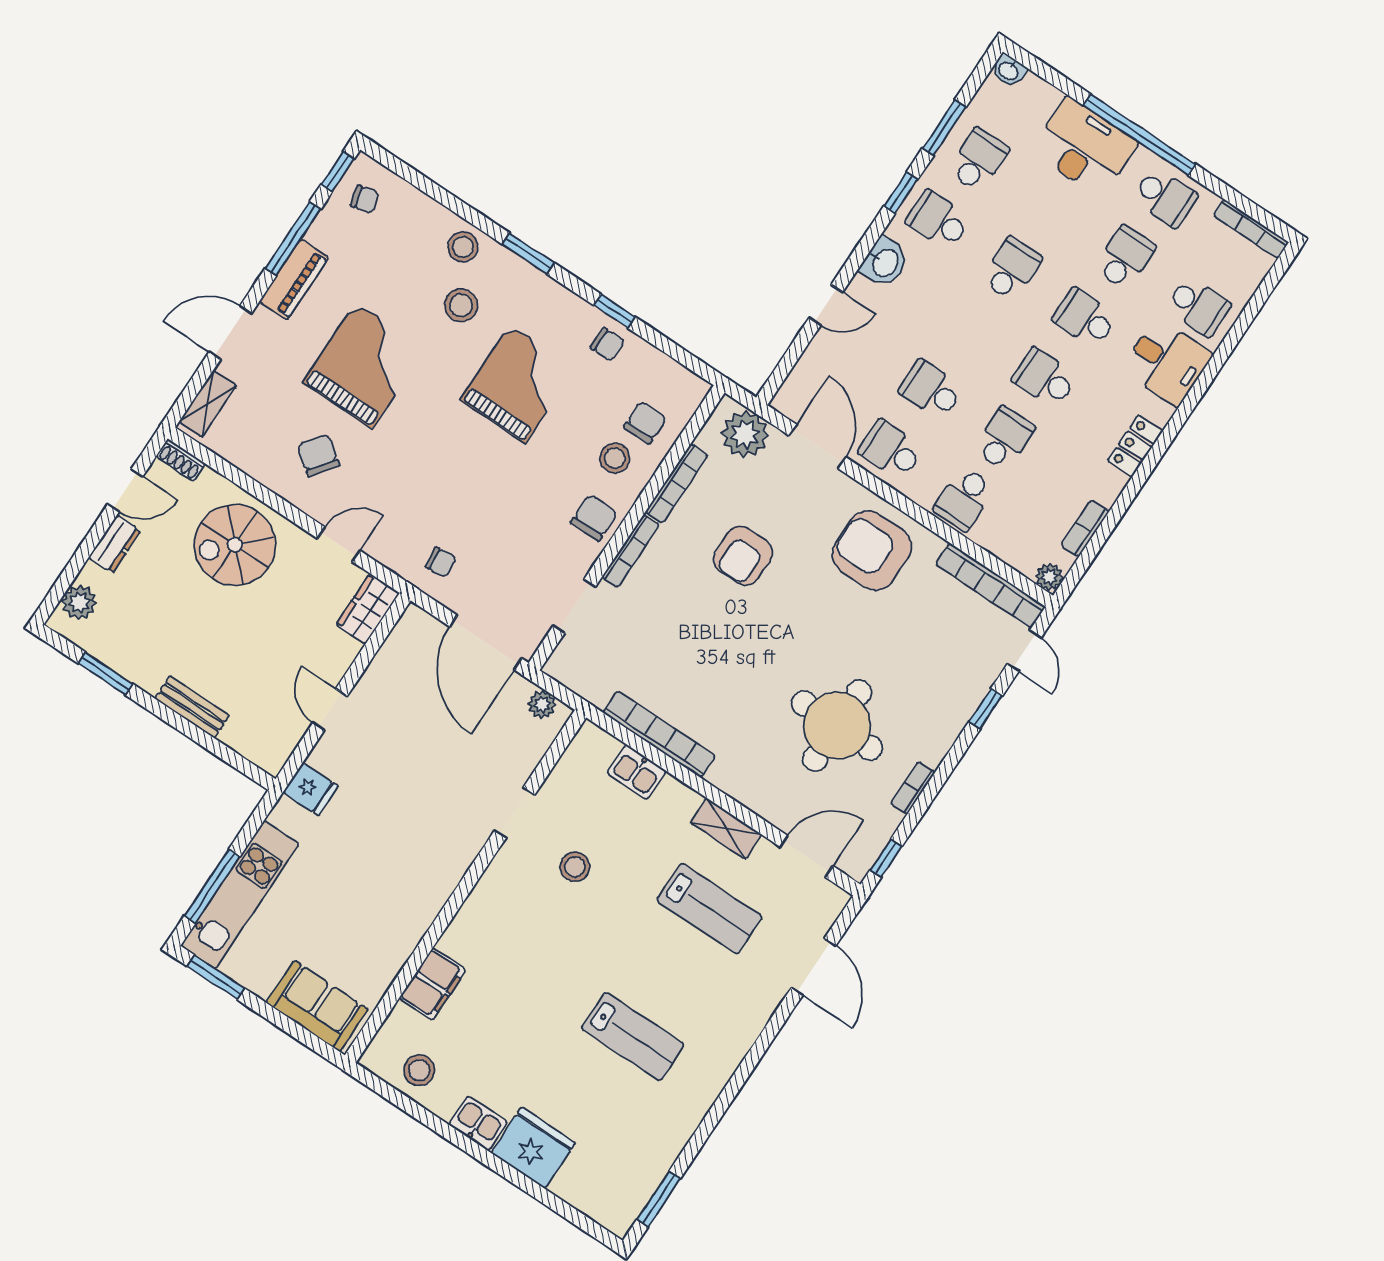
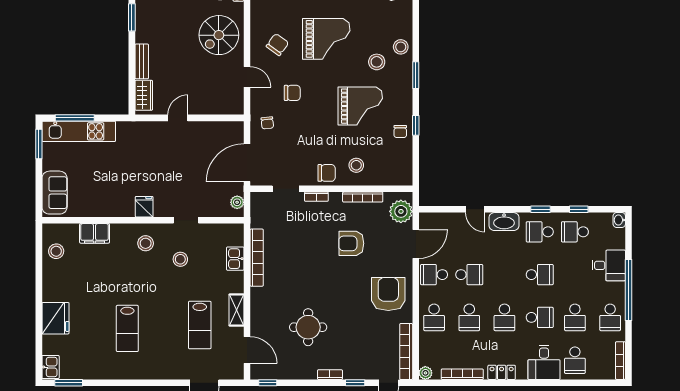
window: (944, 128) -> (579, 209), width x0.67
desk: (1084, 147) -> (609, 265), width x0.73
school desk: (978, 160) -> (575, 232), turned 180
school desk: (938, 220) -> (540, 232), turned -90
school desk: (1125, 258) -> (575, 317), turned 90
washbasin: (885, 262) -> (504, 222), width x1.38
school desk: (1085, 318) -> (540, 317), turned 90
school desk: (1044, 378) -> (504, 317), turned 180
school desk: (931, 390) -> (469, 275), turned 90
chair: (645, 422) -> (292, 93), moved
school desk: (1004, 439) -> (469, 317), turned 90
school desk: (891, 450) -> (434, 275), turned -90
school desk: (964, 499) -> (434, 317), turned -90
bookcase: (1085, 528) -> (462, 374), width x1.56
spiral stairs: (235, 545) -> (219, 35), turned -90
bookcase: (631, 551) -> (316, 197), width x0.64
wardrobe: (368, 609) -> (144, 95), moved, turned 90
round table: (837, 726) -> (308, 327), width x0.73, depth x0.73
bookcase: (913, 788) -> (330, 375), moved
fridge: (310, 789) -> (144, 207), moved, turned 180
stool: (508, 908) -> (146, 243), added
kitchen sink: (478, 1123) -> (51, 367), moved

